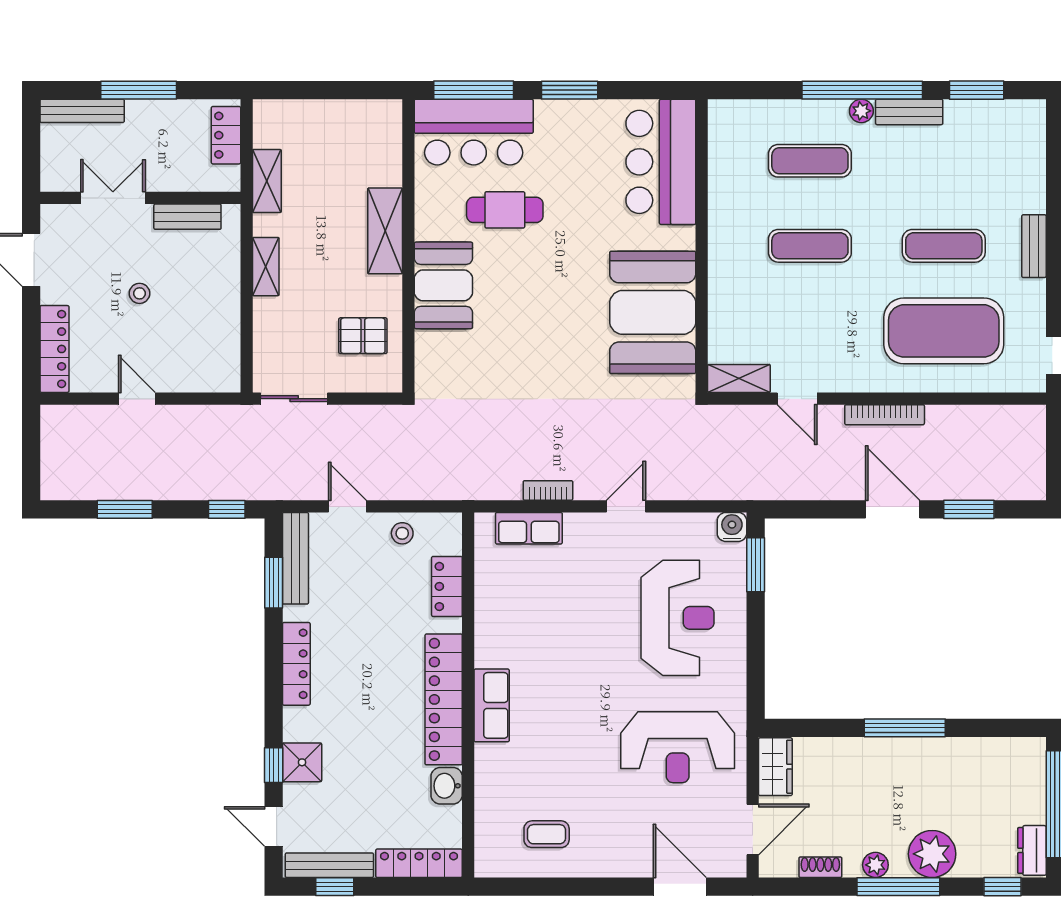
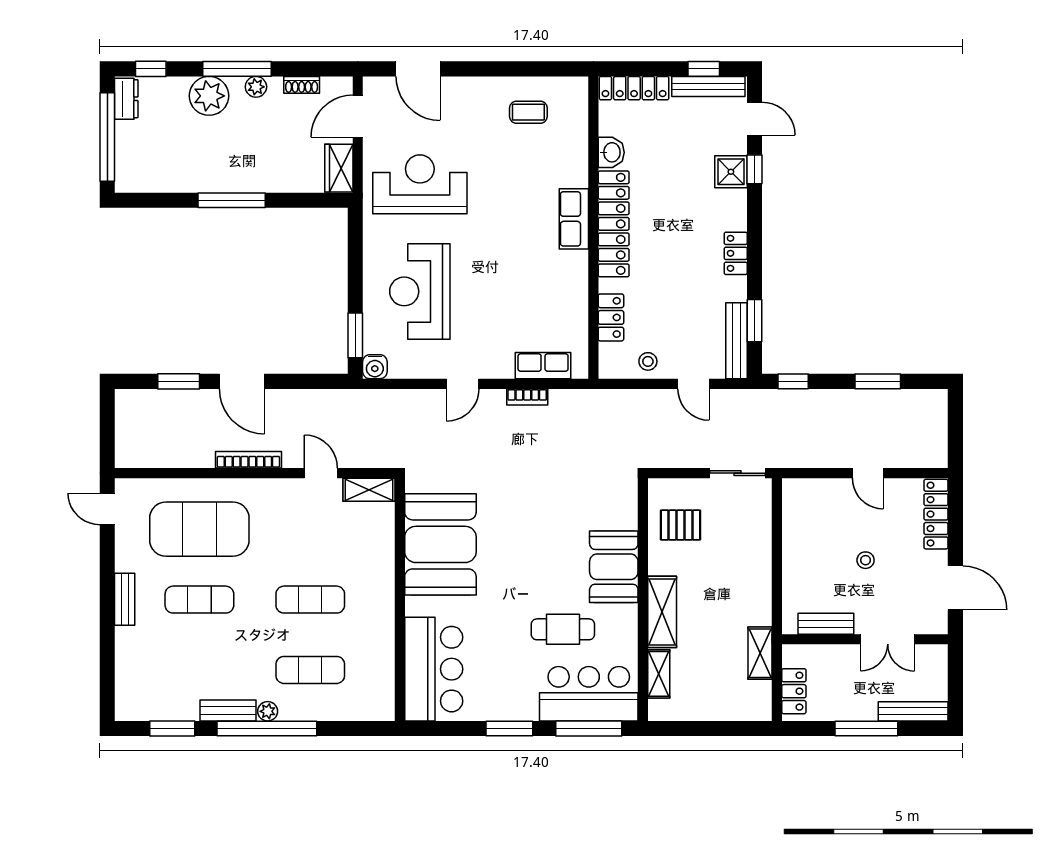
shelving: (266, 267) -> (659, 674), moved
locker: (296, 664) -> (736, 253), width x0.66

